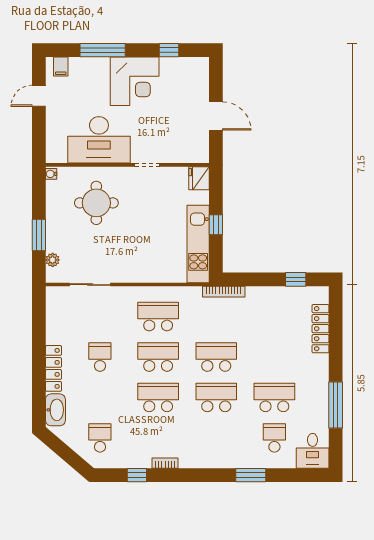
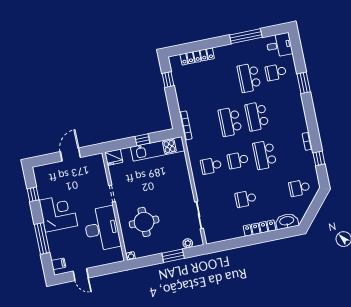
school desk: (158, 317) -> (211, 166), width x0.54
school desk: (158, 357) -> (238, 160), width x0.54

